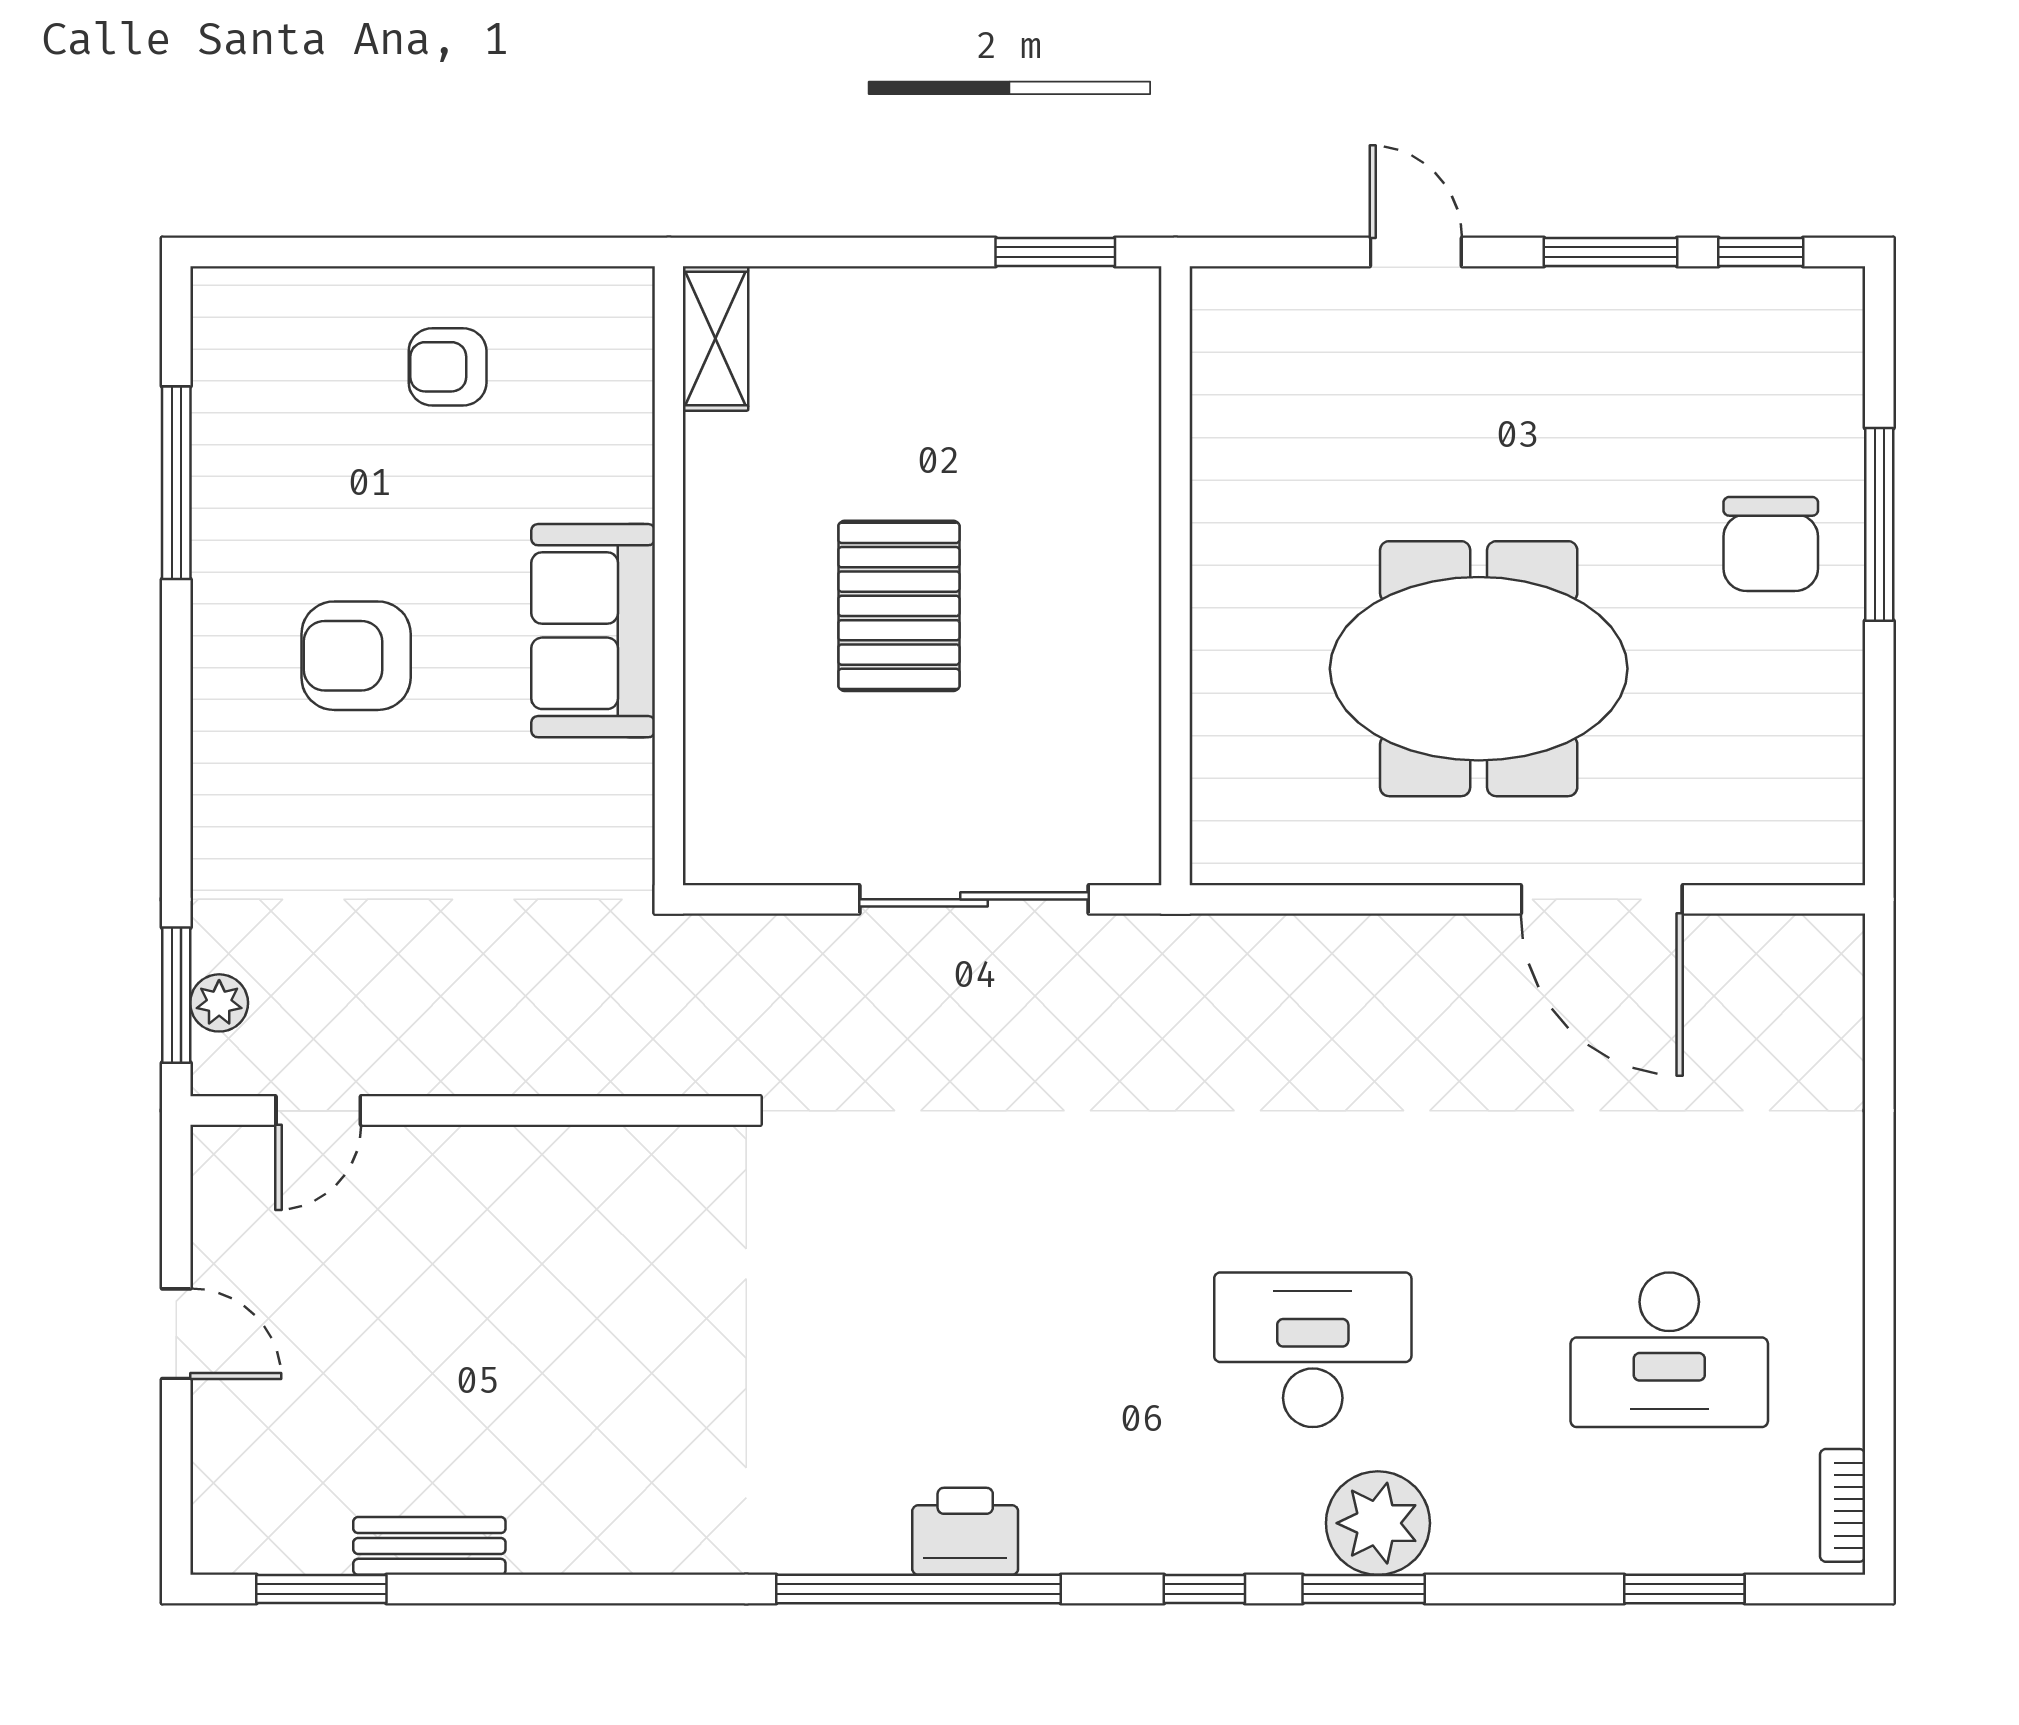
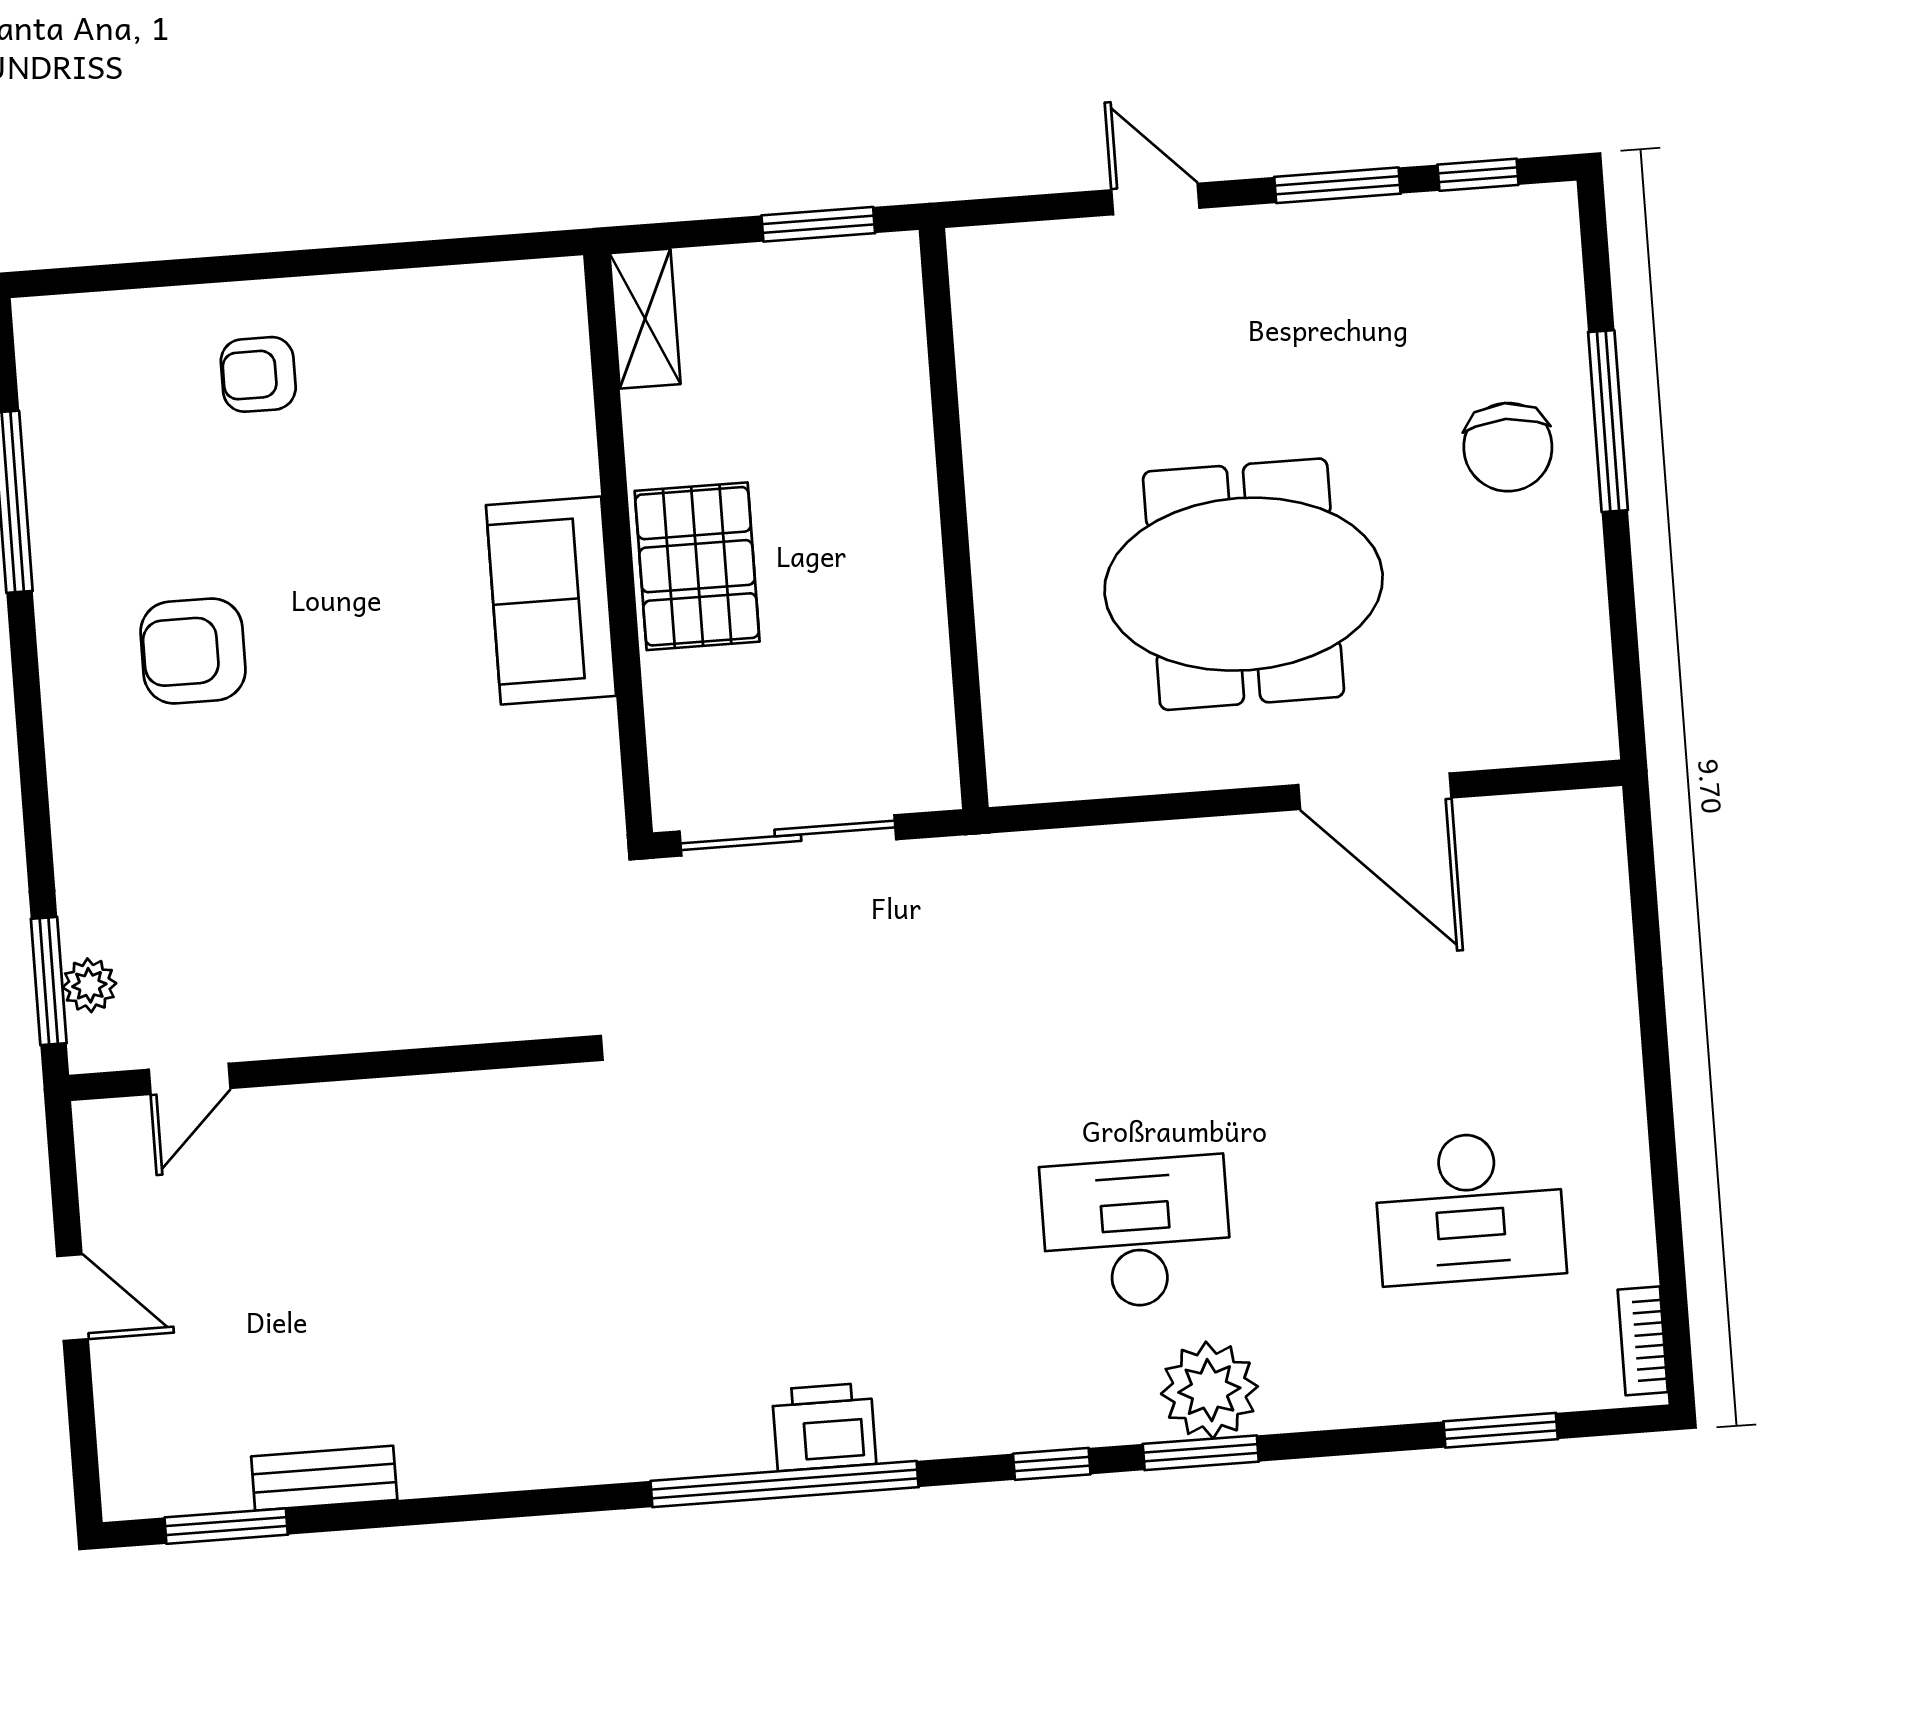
shelving: (716, 338) -> (645, 319), moved
wall: (669, 576) -> (618, 544), moved
sofa: (593, 631) -> (551, 600), moved

